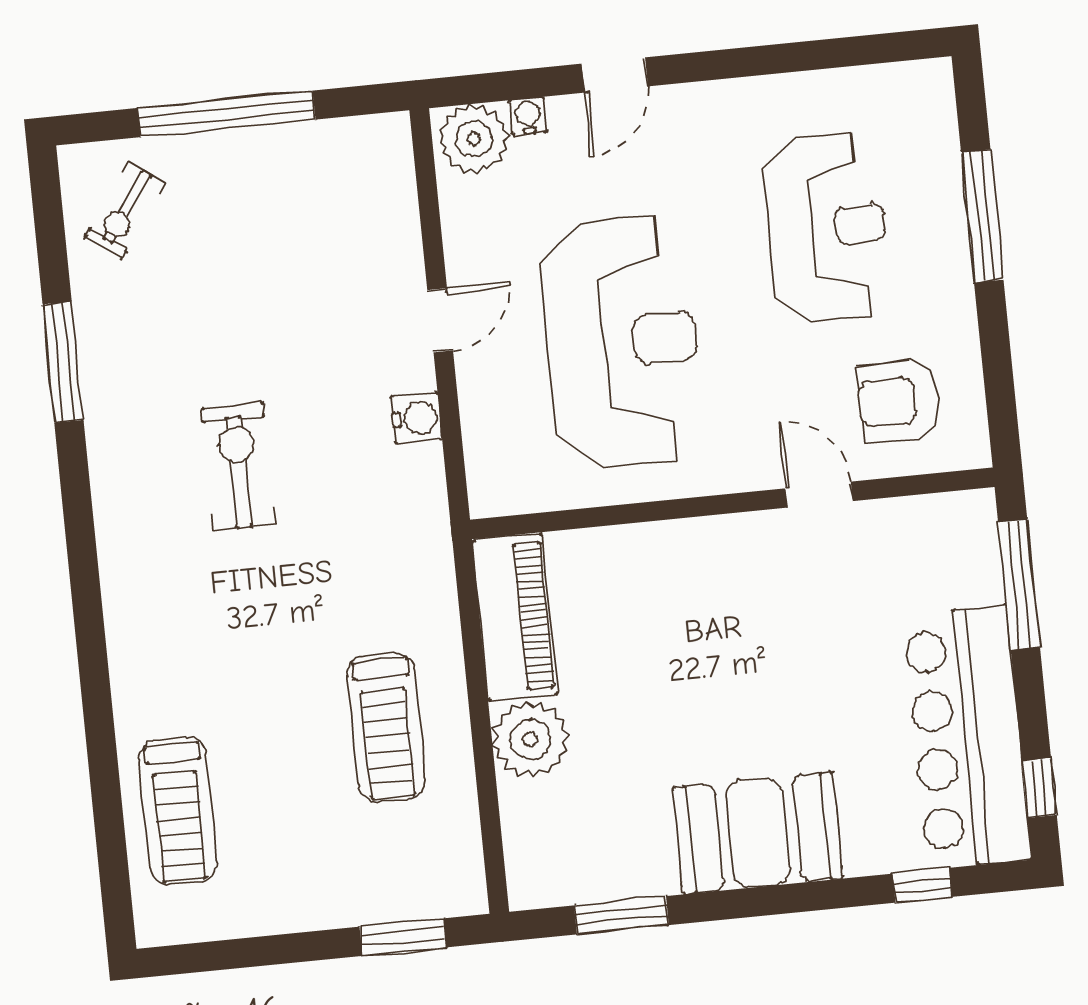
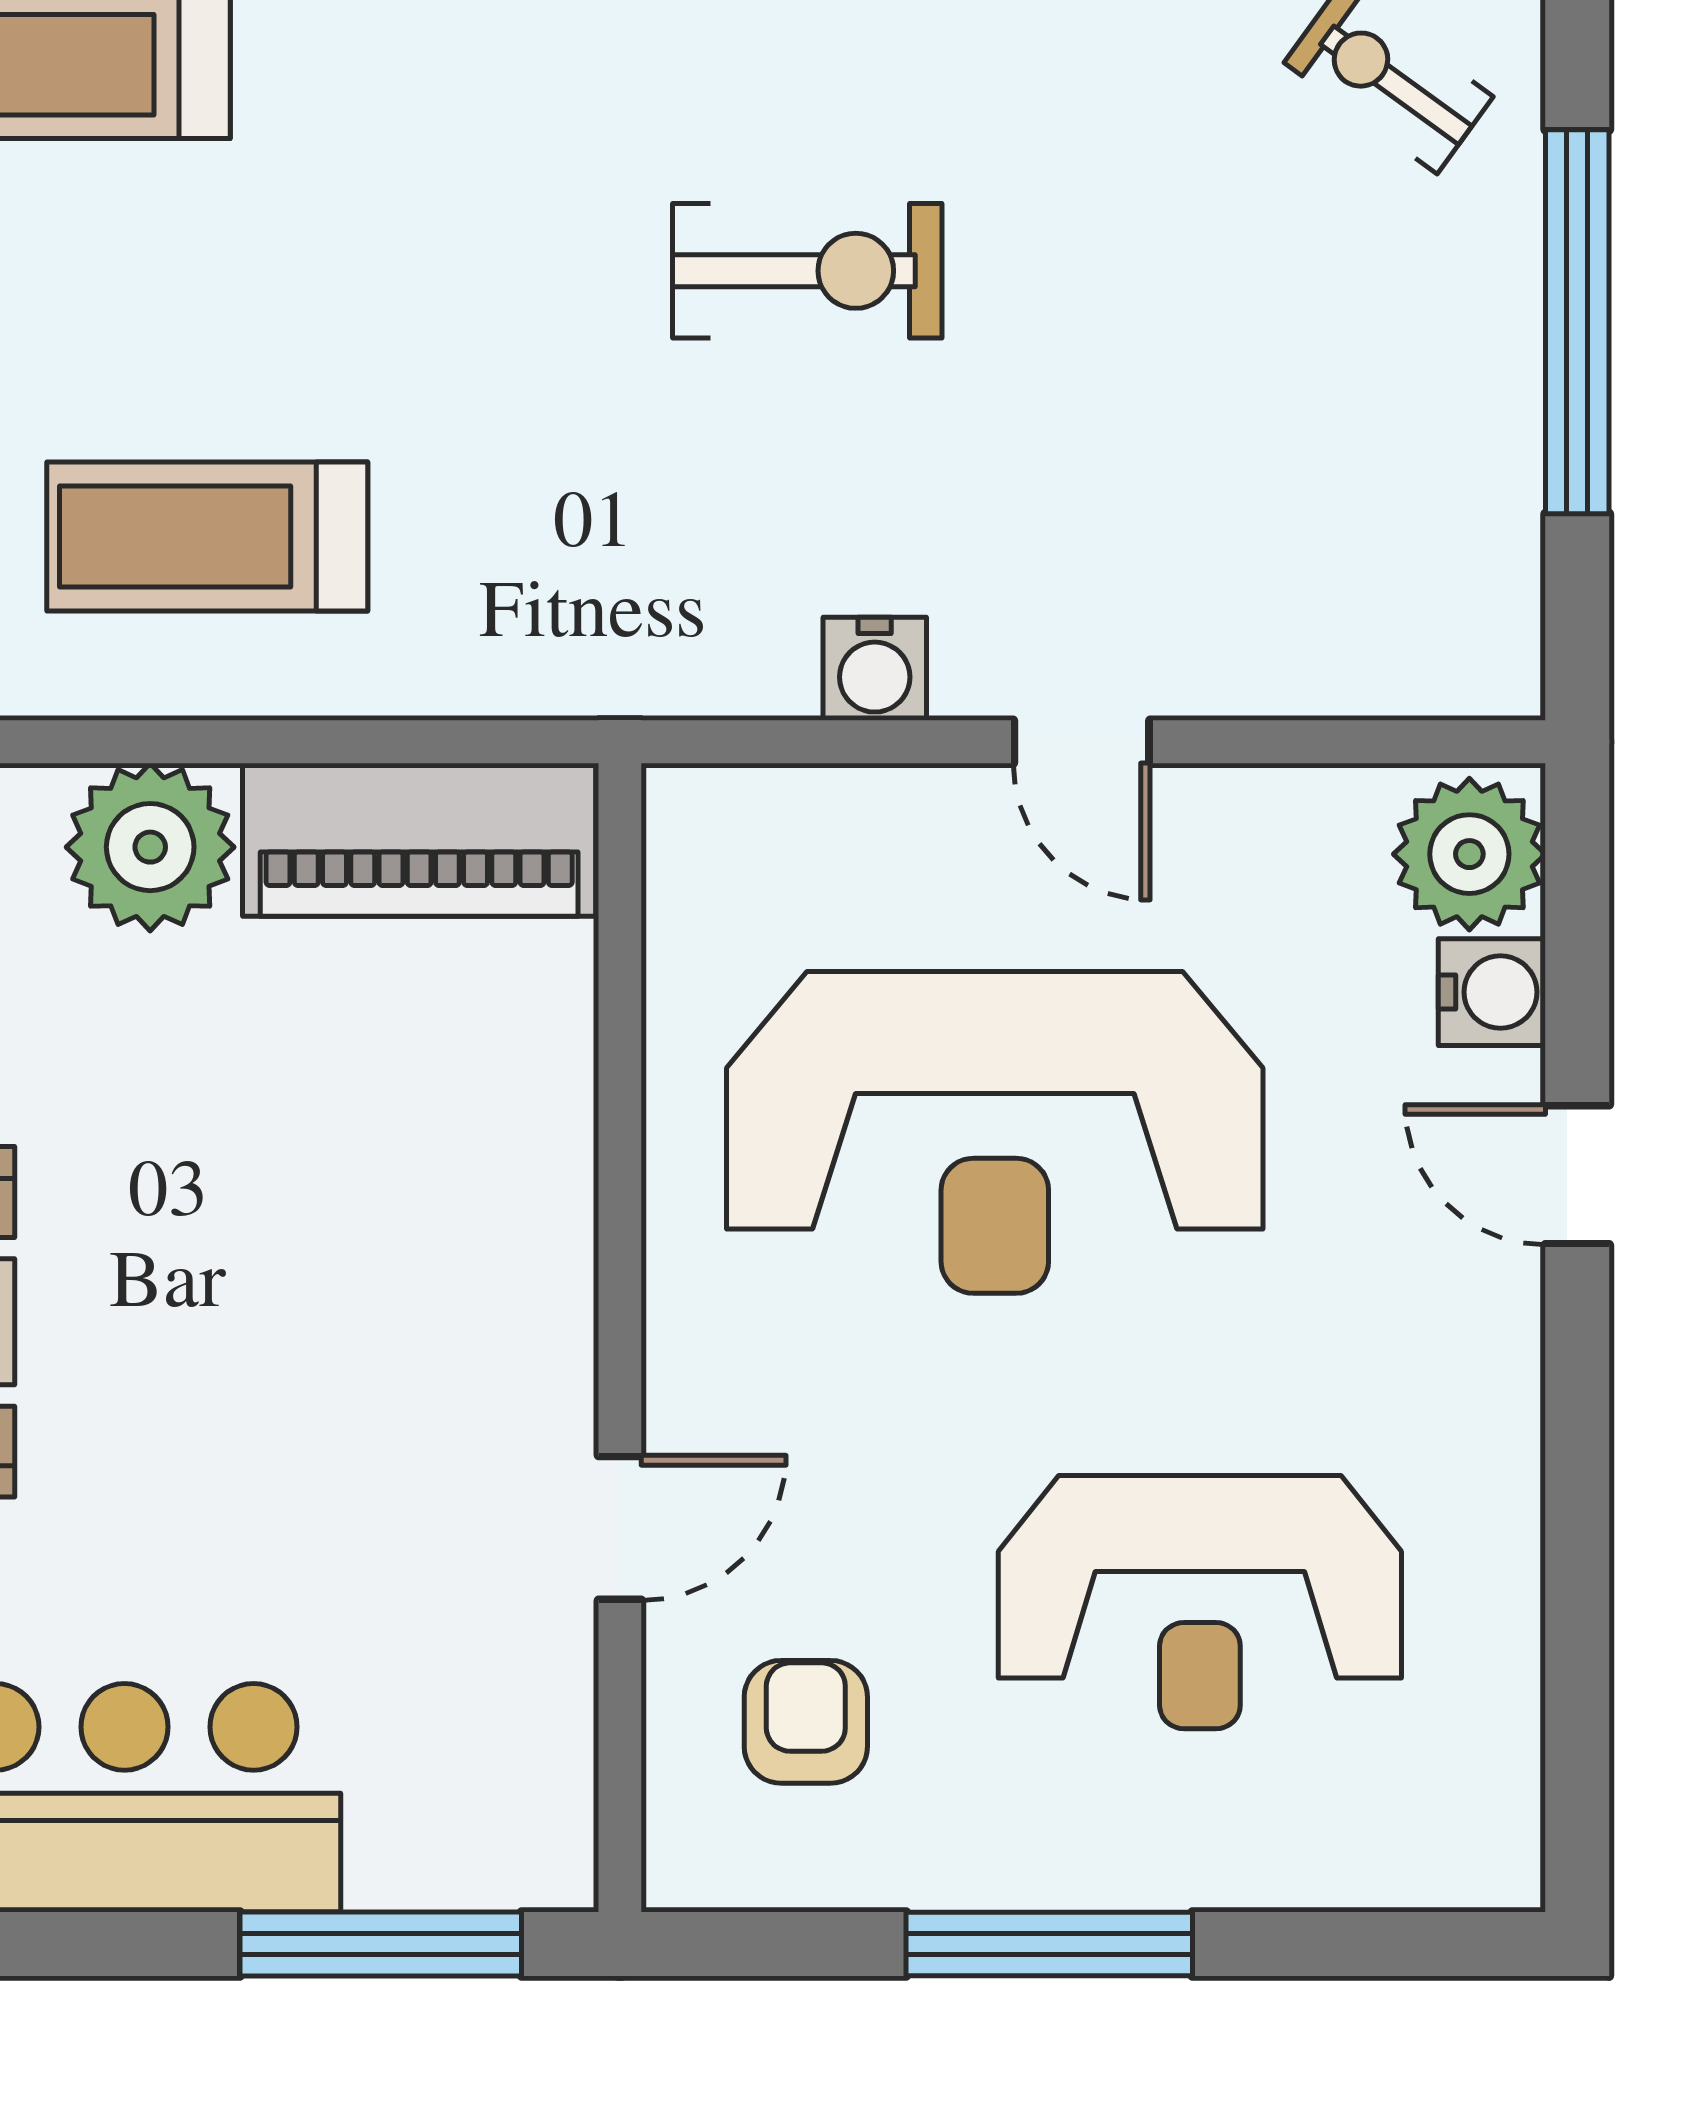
water cooler: (528, 116) -> (1492, 992), width x1.38, depth x1.38
window: (982, 216) -> (1049, 1944), moved
armchair: (899, 401) -> (806, 1722), width x0.72, depth x0.72

